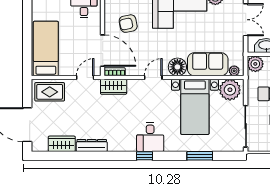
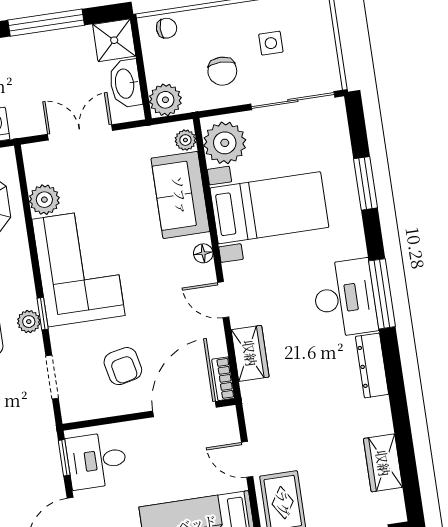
floor lamp: (177, 67) -> (203, 253), width x0.53, depth x0.53
door: (85, 78) -> (247, 459), moved
wardrobe: (114, 87) -> (250, 353), moved
desk: (150, 137) -> (345, 298), width x1.37
dresser: (92, 146) -> (372, 365), moved
window: (145, 156) -> (382, 294), width x2.17

